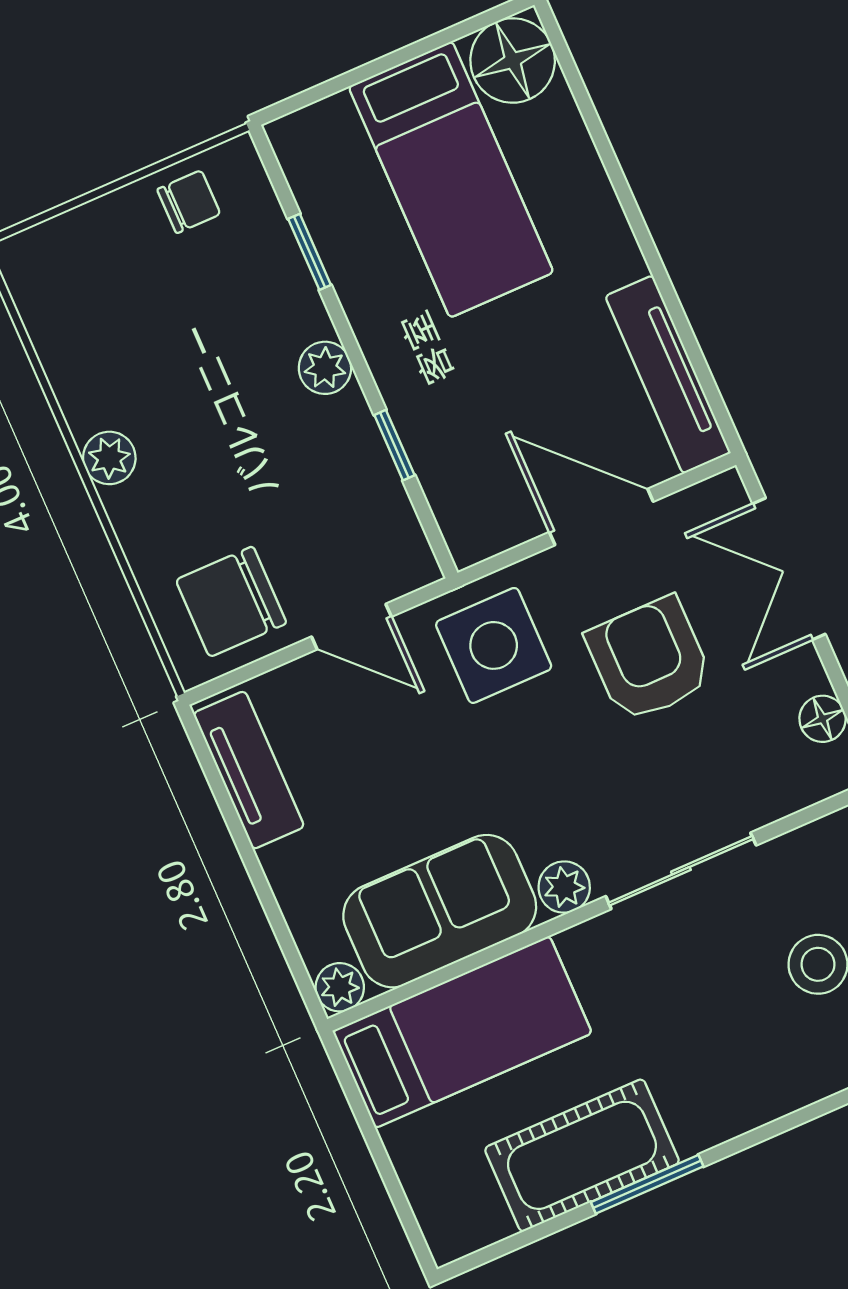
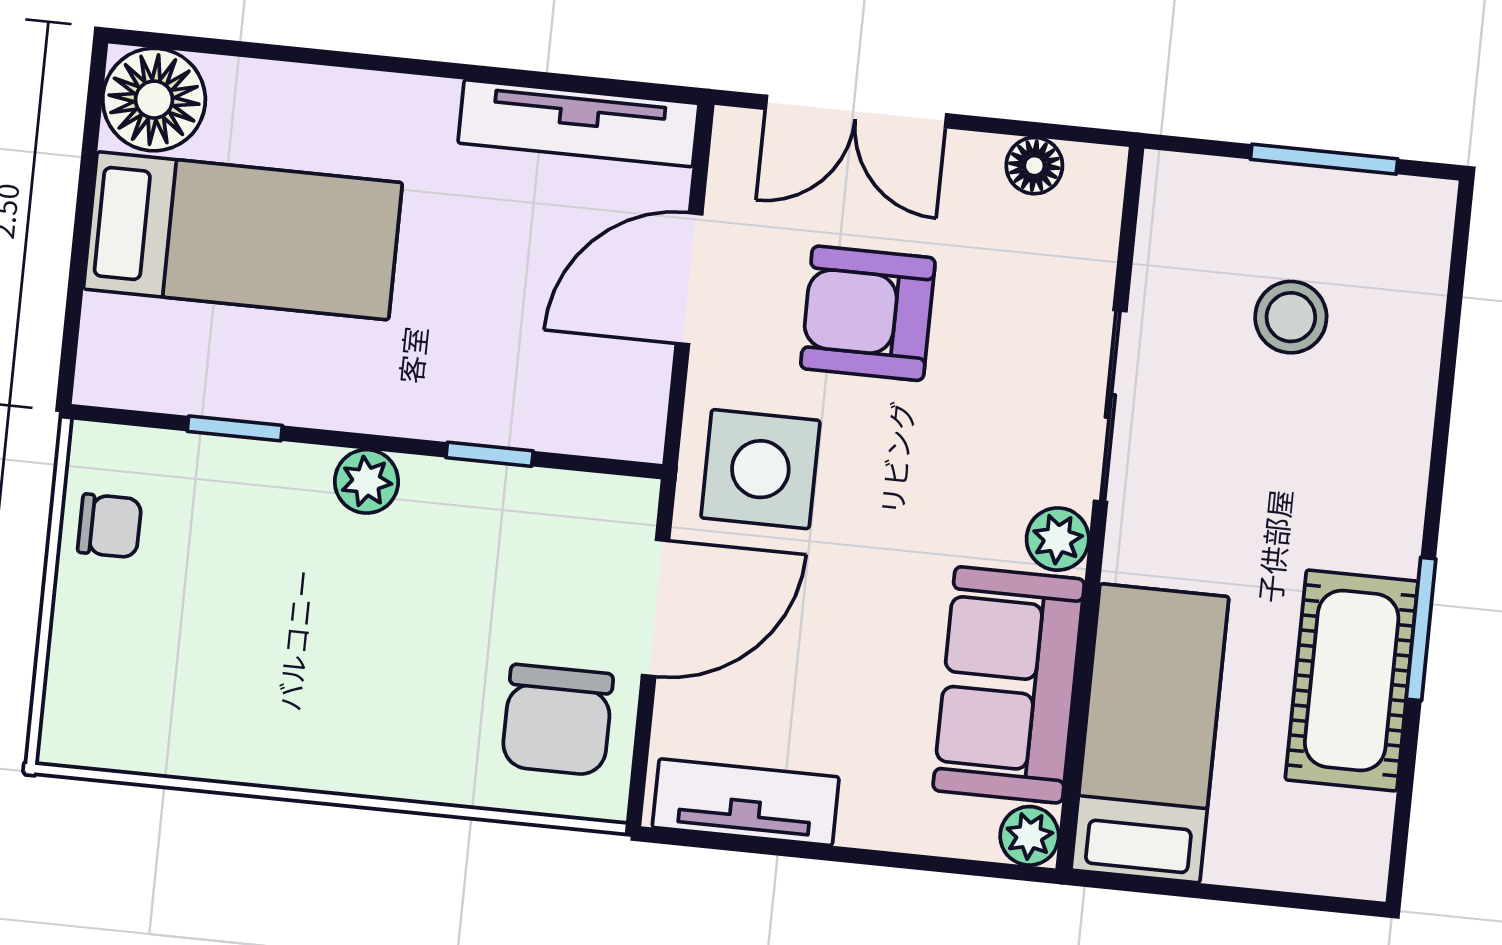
chair: (189, 202) -> (110, 526), turned 90
plant: (109, 458) -> (333, 763), removed
door: (351, 627) -> (656, 608), width x1.38

